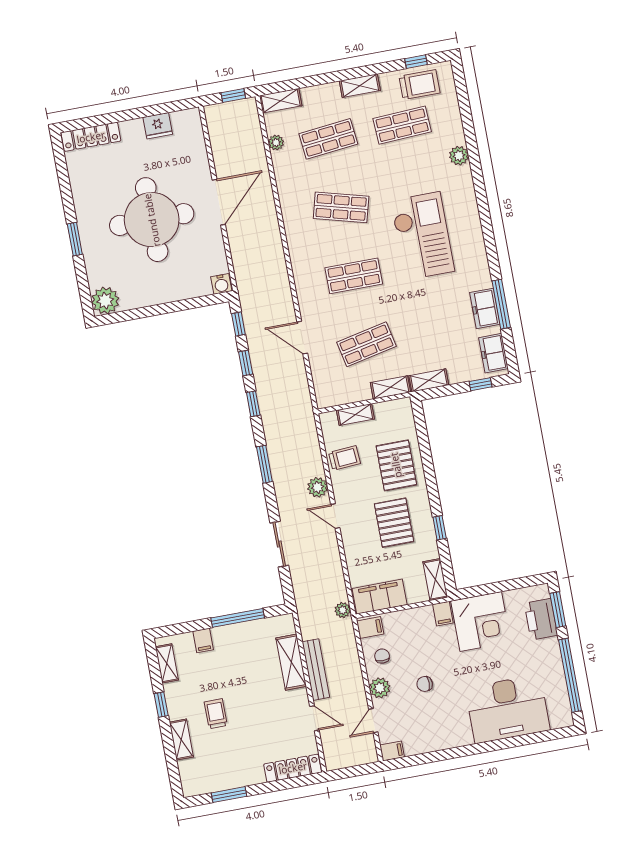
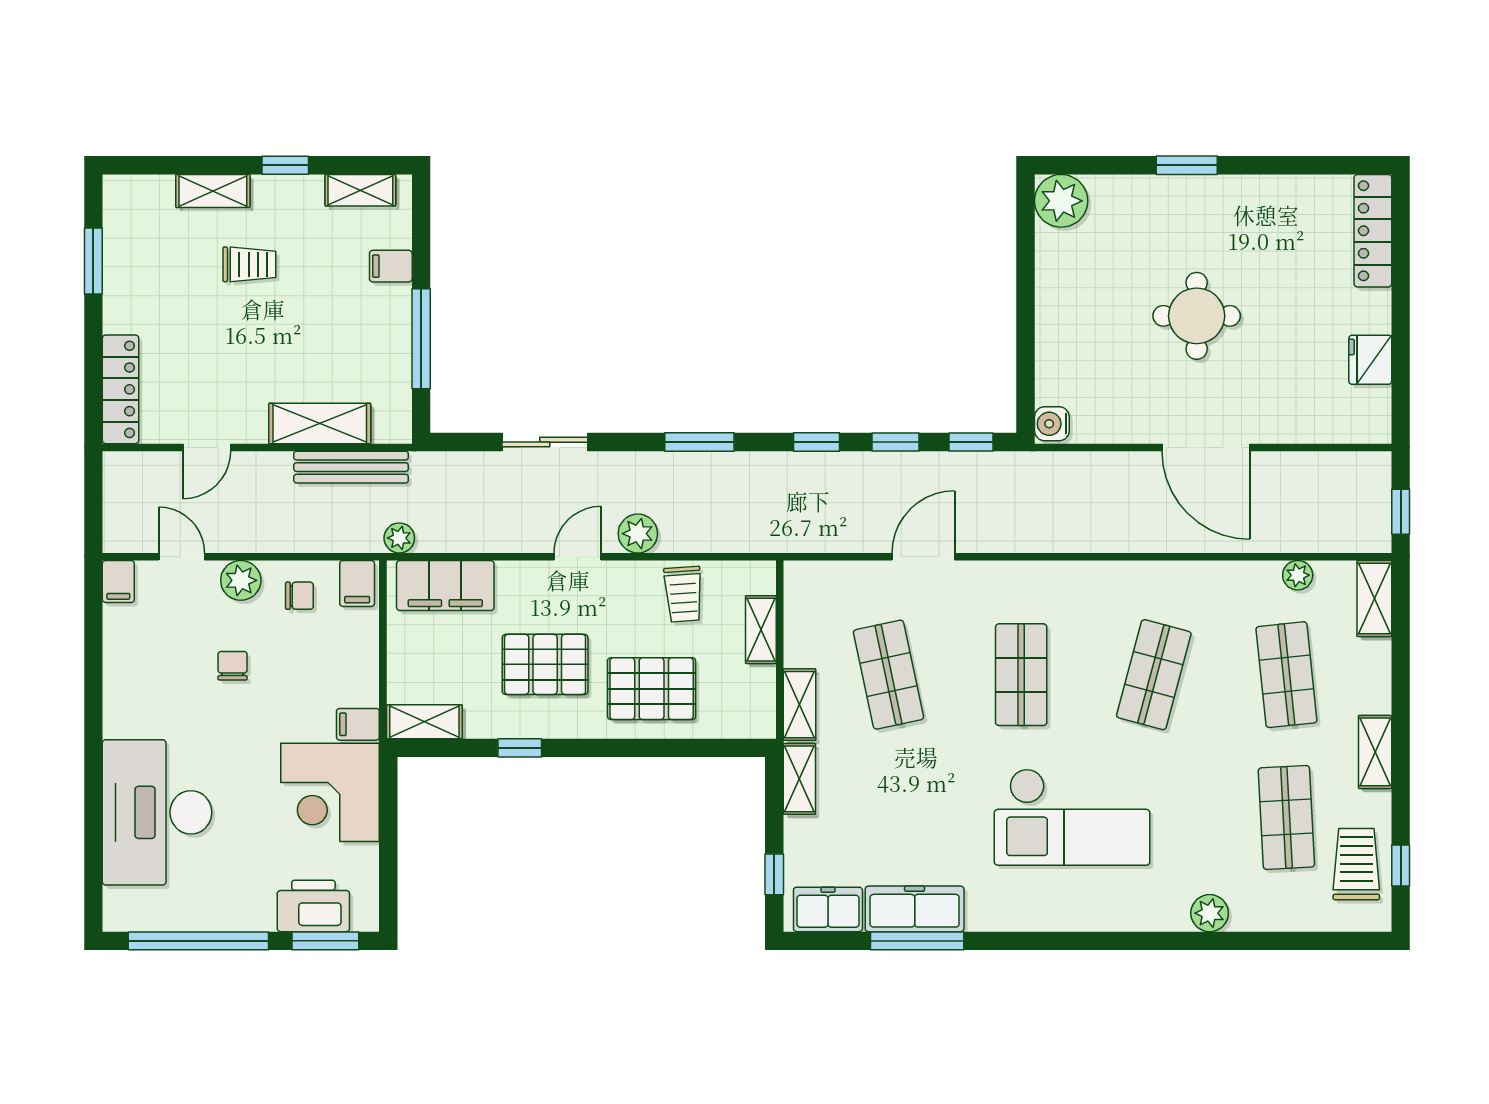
trolley: (420, 85) -> (1356, 864), turned 180
round table: (152, 220) -> (1197, 316), width x0.54, depth x0.54
freezer: (485, 308) -> (915, 909), width x1.40
filing cabinet: (380, 597) -> (445, 586), moved, turned 90
bench: (316, 670) -> (351, 467), moved

